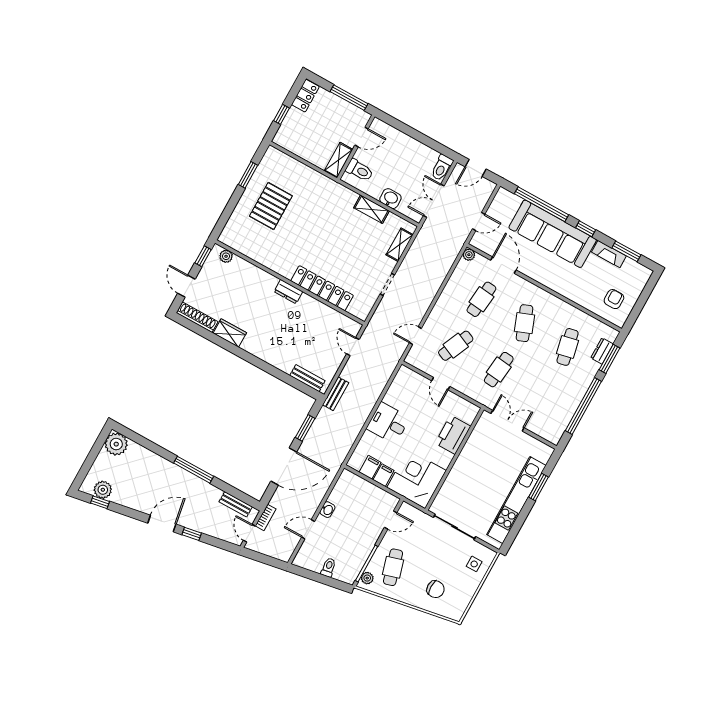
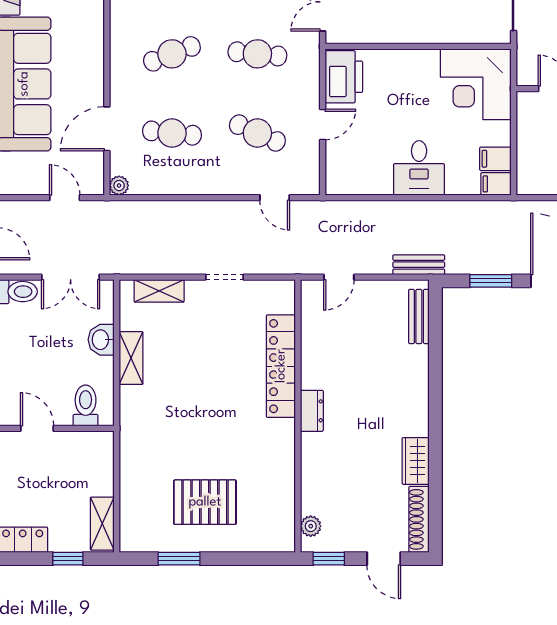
shelving: (339, 160) -> (102, 524), moved, turned 90
door: (186, 286) -> (384, 559), hinge flipped
printer: (453, 435) -> (344, 77), moved, turned -90
filing cabinet: (384, 475) -> (496, 184), moved

